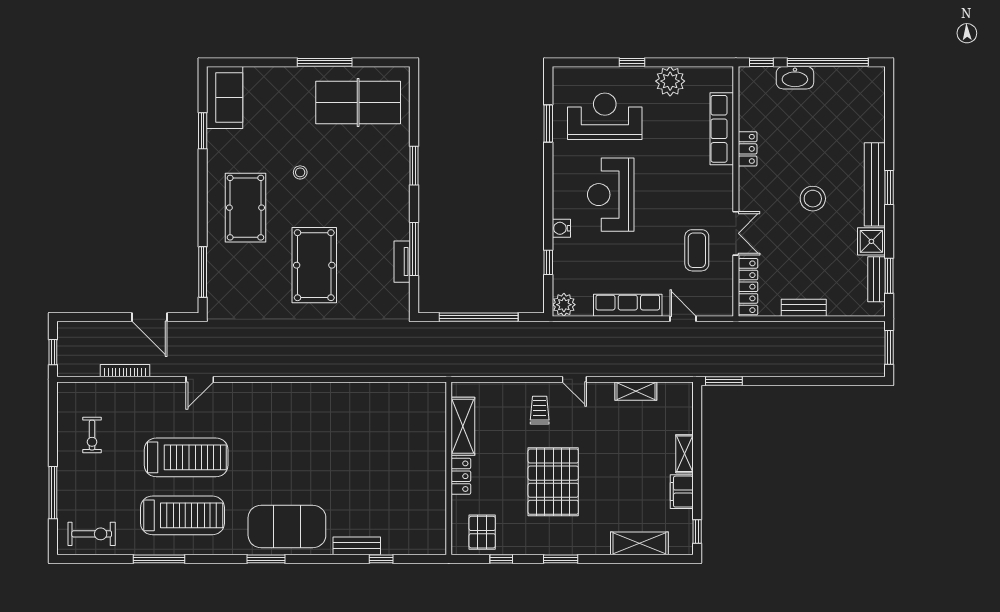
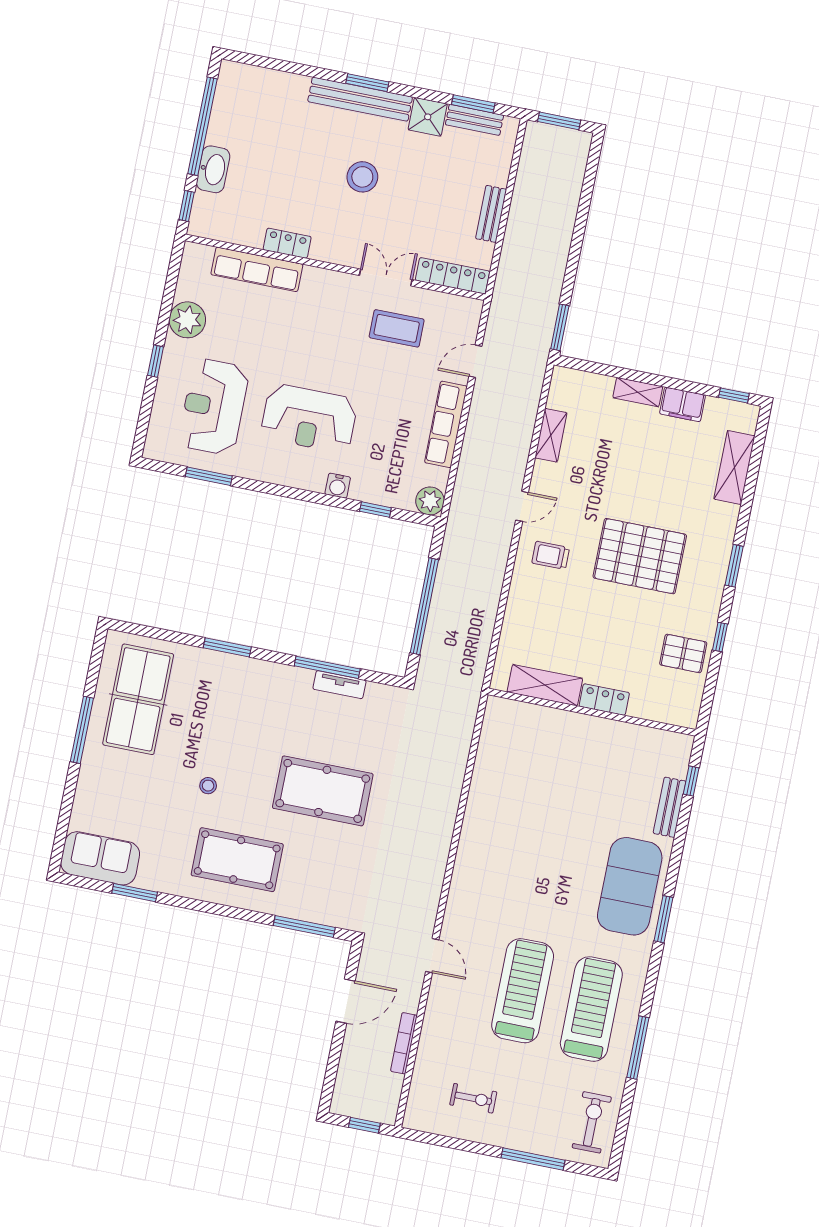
shelving: (463, 426) -> (545, 685), moved
wall: (449, 468) -> (592, 712), moved
locker: (461, 476) -> (604, 700), moved

